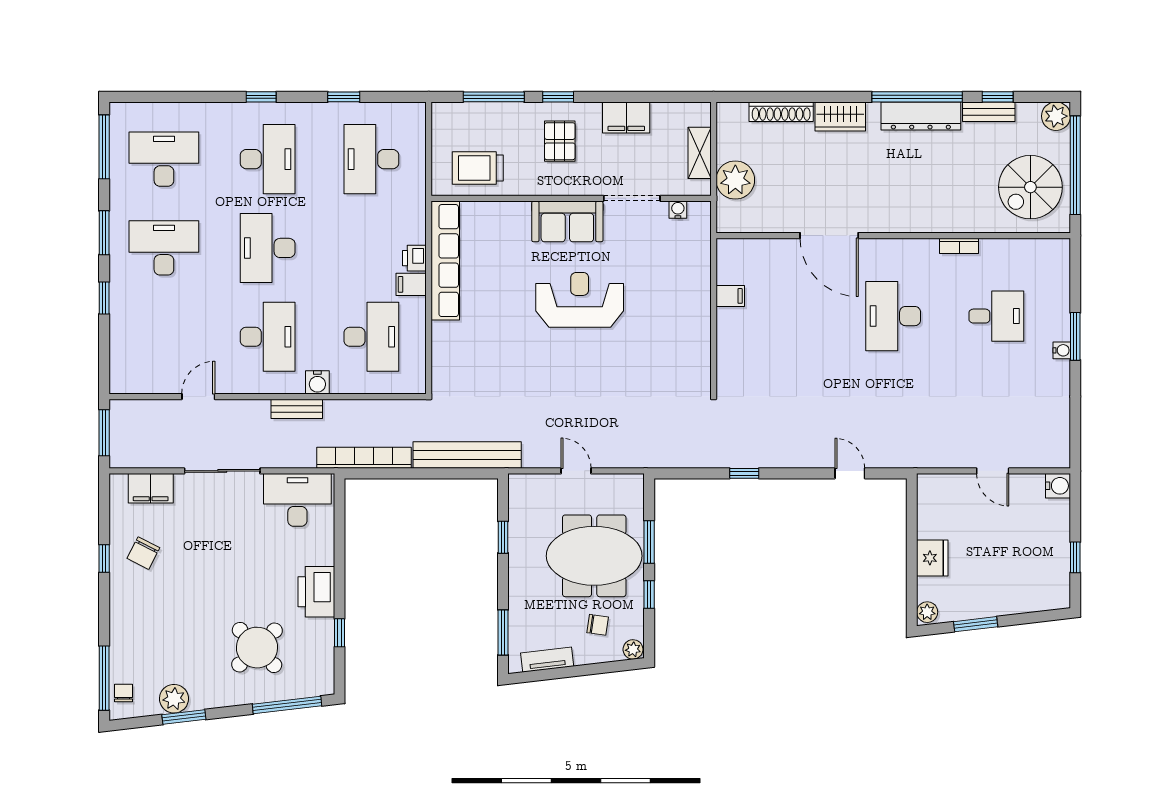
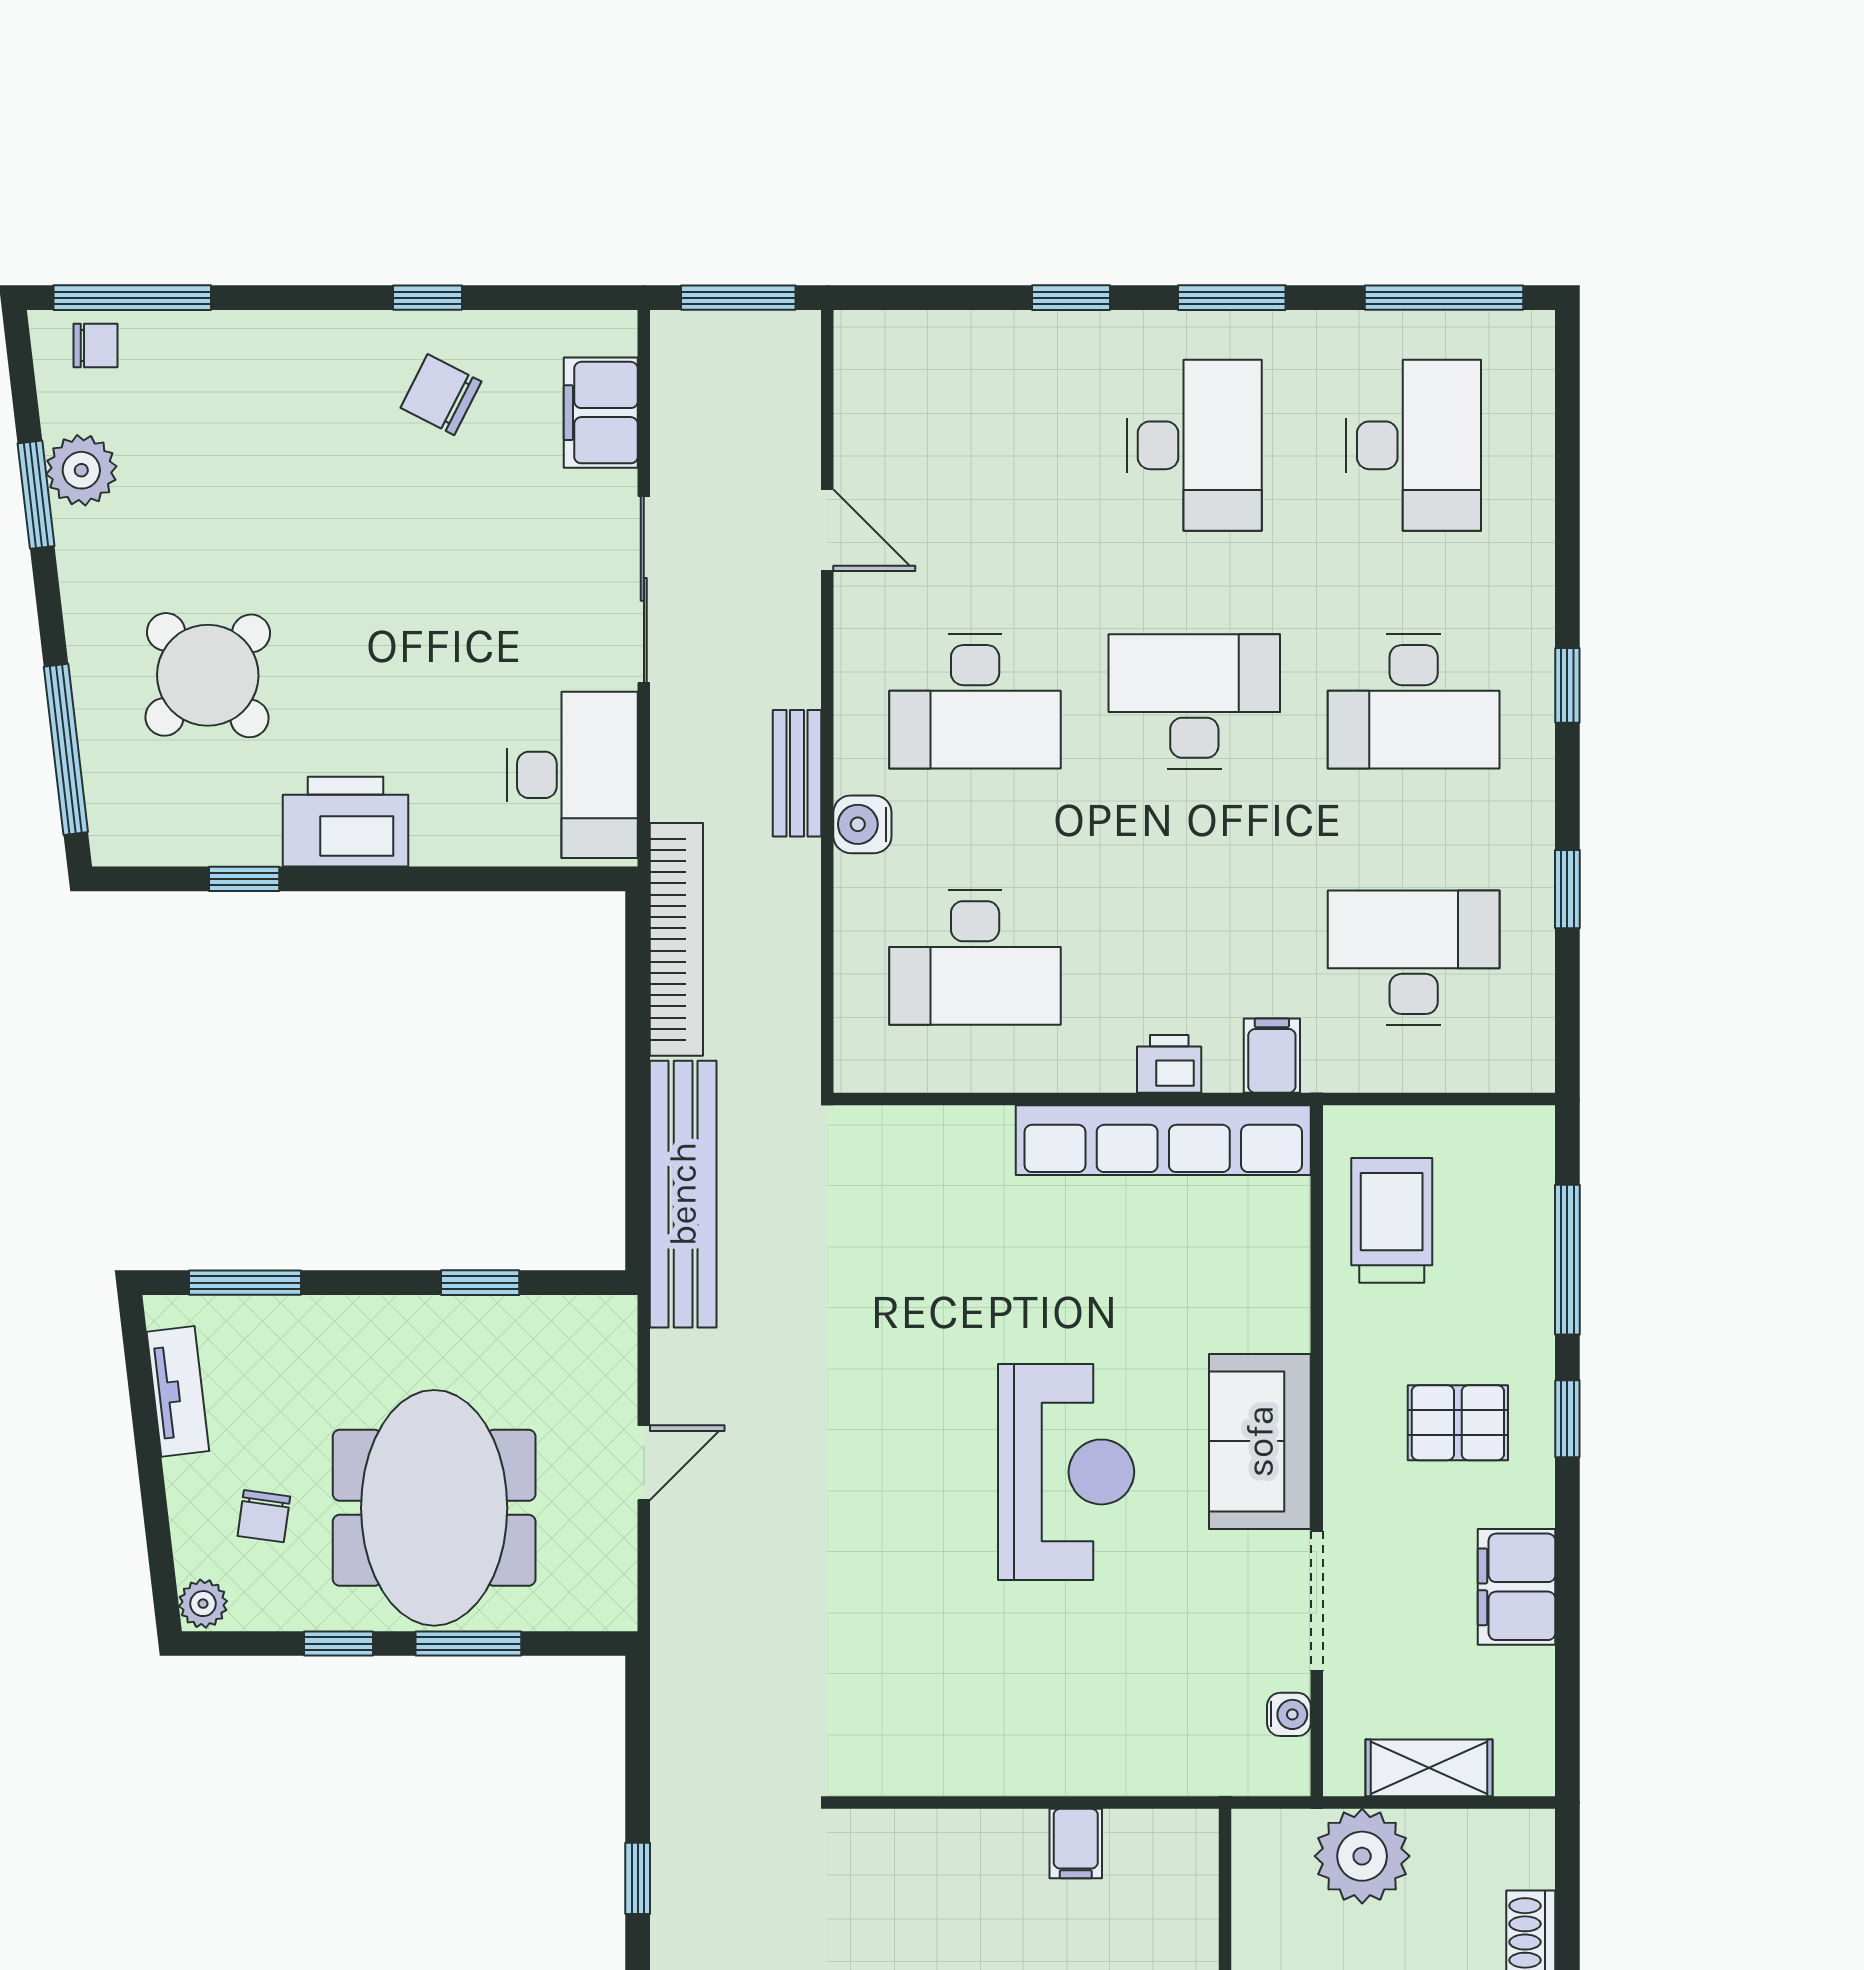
filing cabinet: (411, 284) -> (1272, 1056), moved

